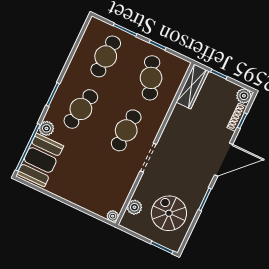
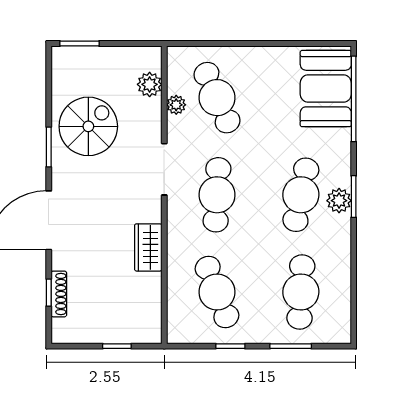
wardrobe: (192, 87) -> (148, 247), moved, width x0.67
plant: (244, 96) -> (64, 331), removed
plant: (46, 128) -> (339, 201), moved
cafe table: (101, 183) -> (217, 98), added
spiral stairs: (169, 213) -> (88, 126), moved, turned -90
plant: (113, 216) -> (176, 105), moved

